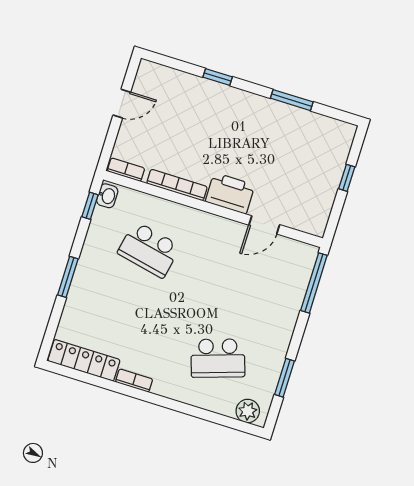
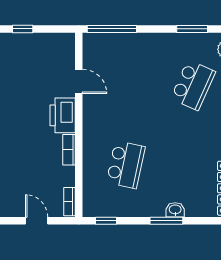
door: (122, 104) -> (37, 221), moved
bookcase: (177, 185) -> (69, 150), width x0.64
washbasin: (107, 196) -> (175, 210), moved
school desk: (218, 358) -> (193, 85), turned 42

